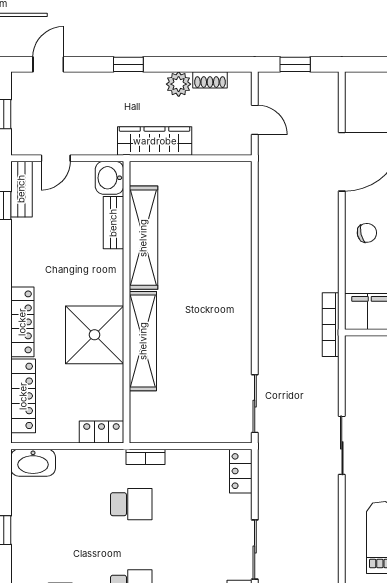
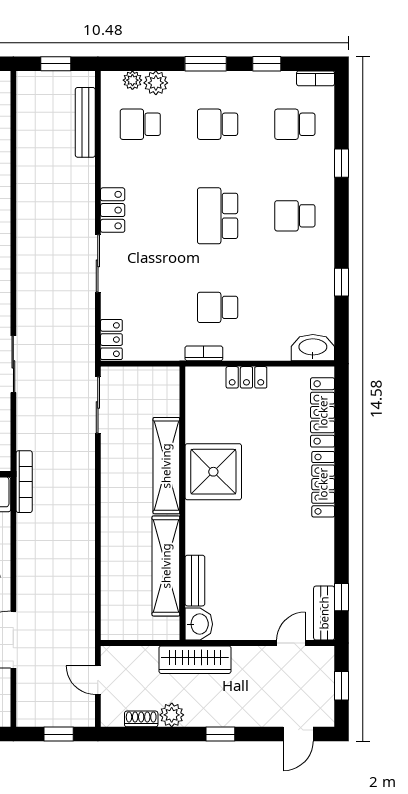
washbasin: (109, 178) -> (199, 624), moved
bench: (113, 223) -> (195, 581), moved
shelving: (143, 238) -> (166, 566), moved
wall: (126, 302) -> (182, 503), moved
shower: (95, 335) -> (213, 472), moved
shelving: (143, 341) -> (166, 466), moved

